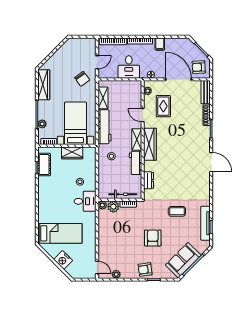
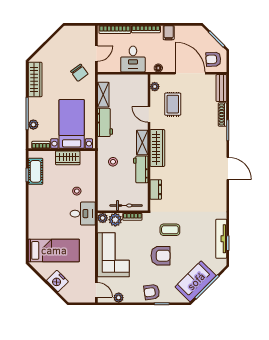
workbench: (104, 127) -> (105, 122), width x0.73
coffee table: (177, 211) -> (170, 230), moved
corner sofa: (112, 237) -> (113, 255), added
armchair: (153, 238) -> (160, 256), turned 90

